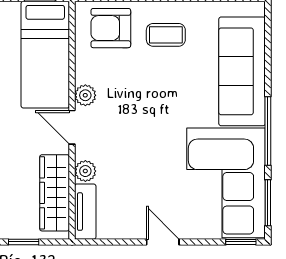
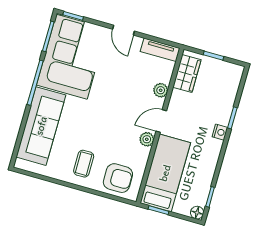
coffee table: (166, 35) -> (84, 164), turned 90
door: (72, 127) -> (161, 121), swing flipped
wardrobe: (55, 193) -> (187, 74), width x0.67
tv unit: (85, 212) -> (160, 50), moved, turned -90

